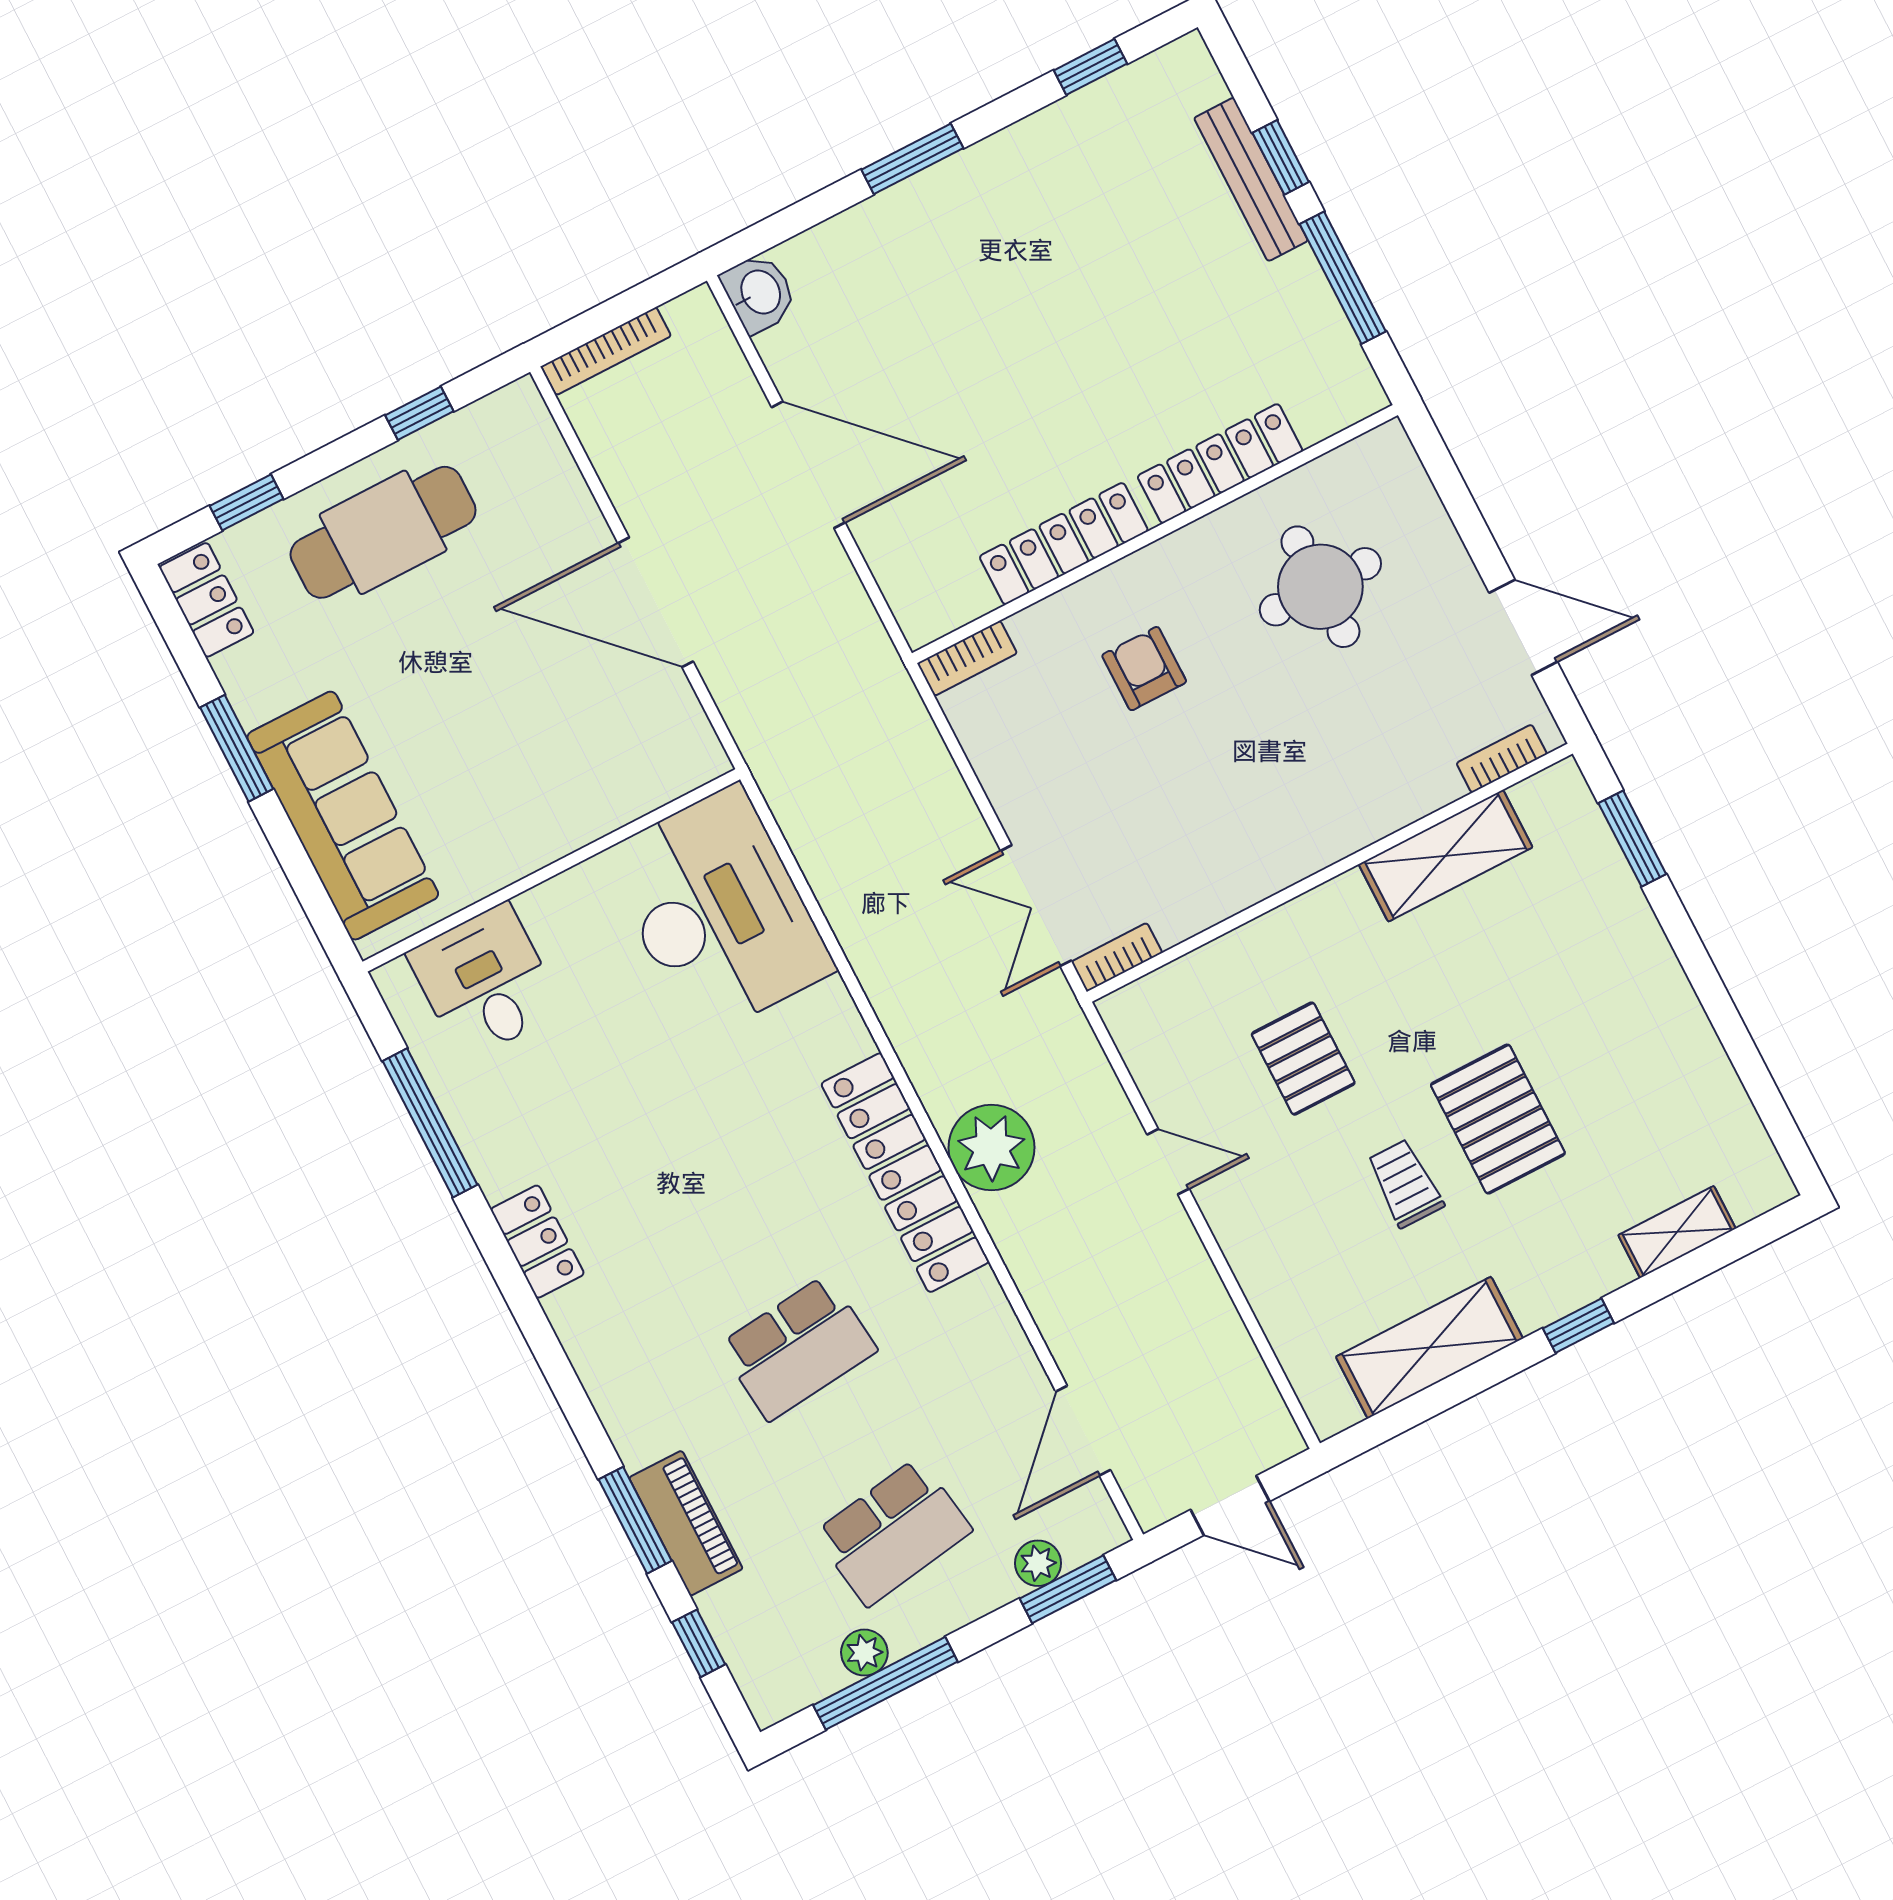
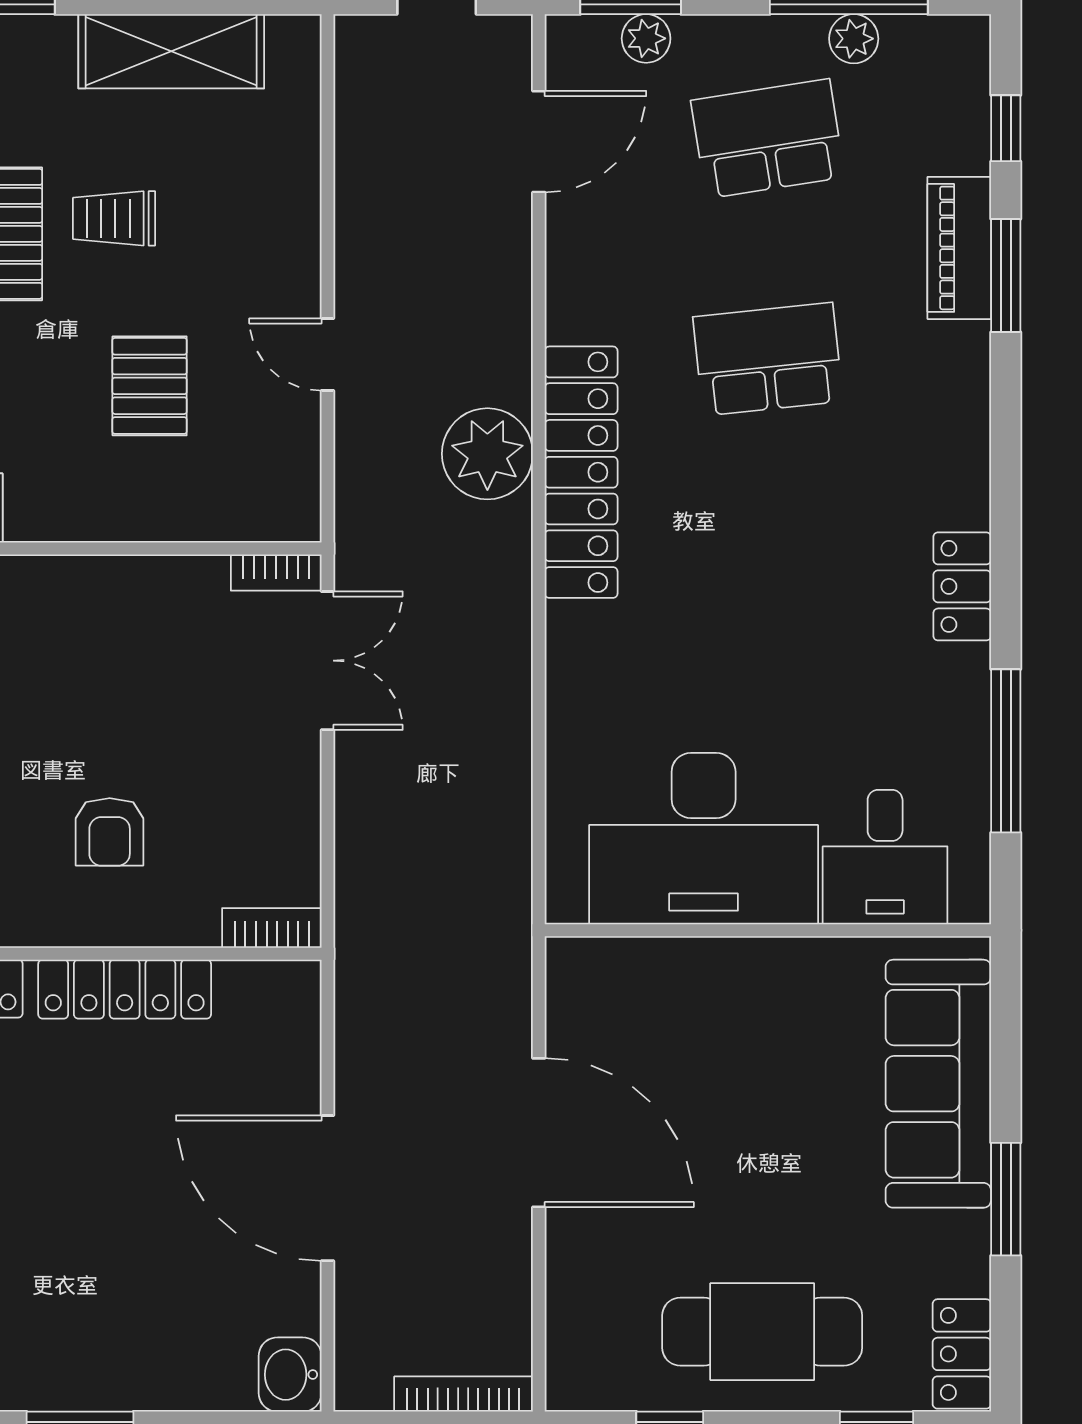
desk: (718, 912) -> (704, 839), moved, turned -90
trolley: (1405, 1183) -> (114, 218), turned 90

